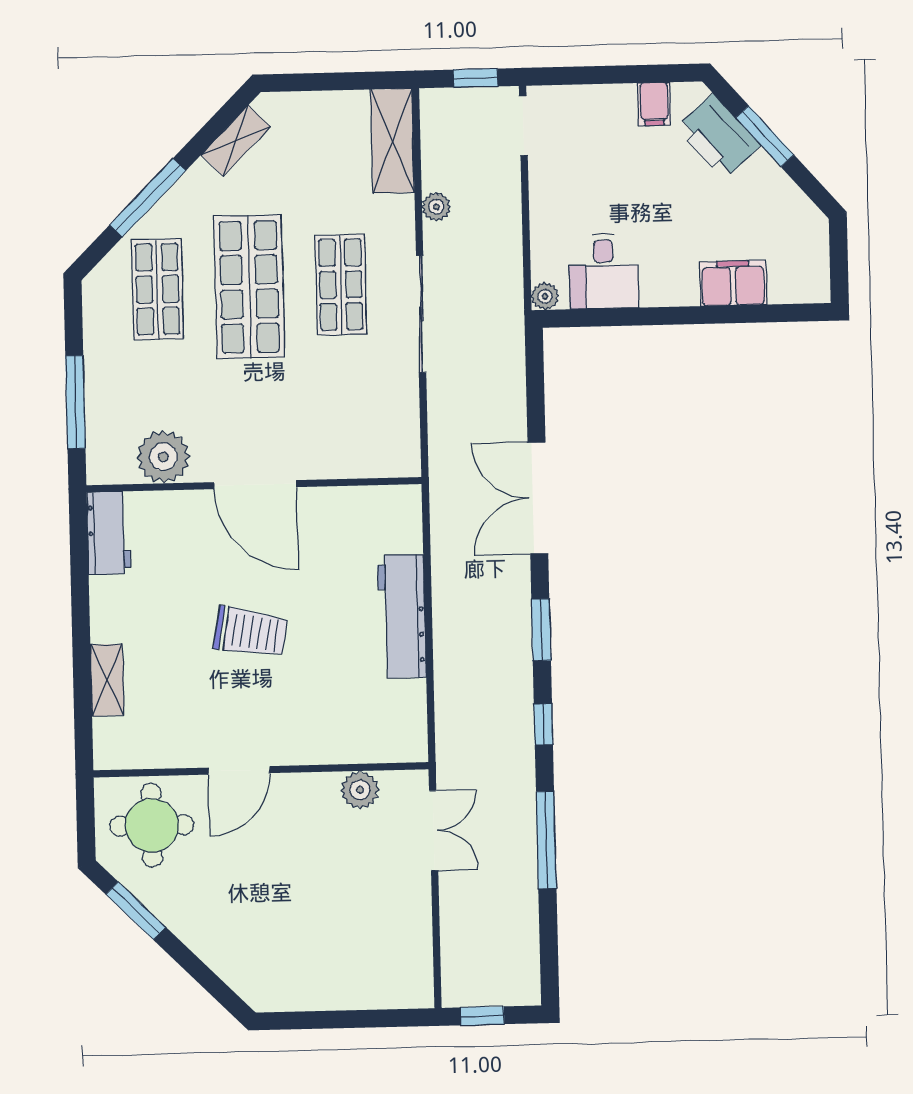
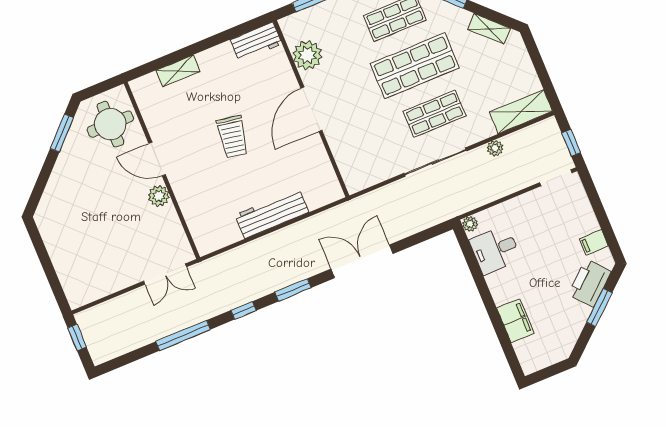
plant: (360, 790) -> (159, 196), moved

